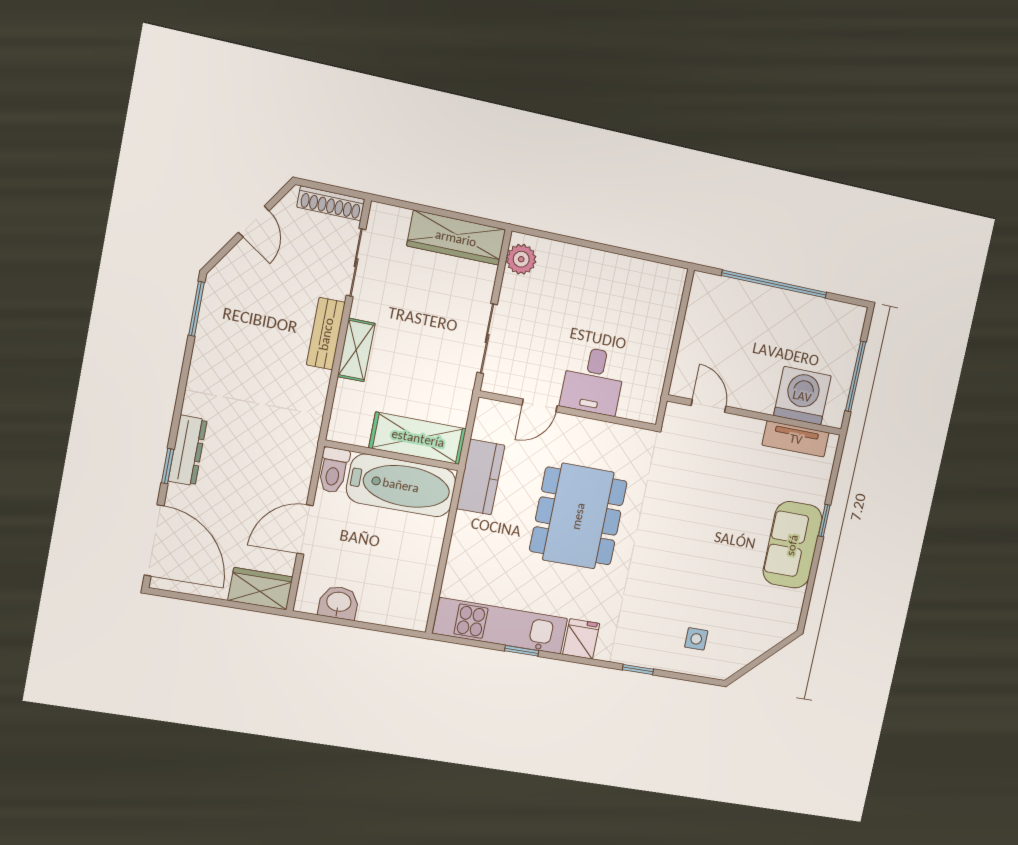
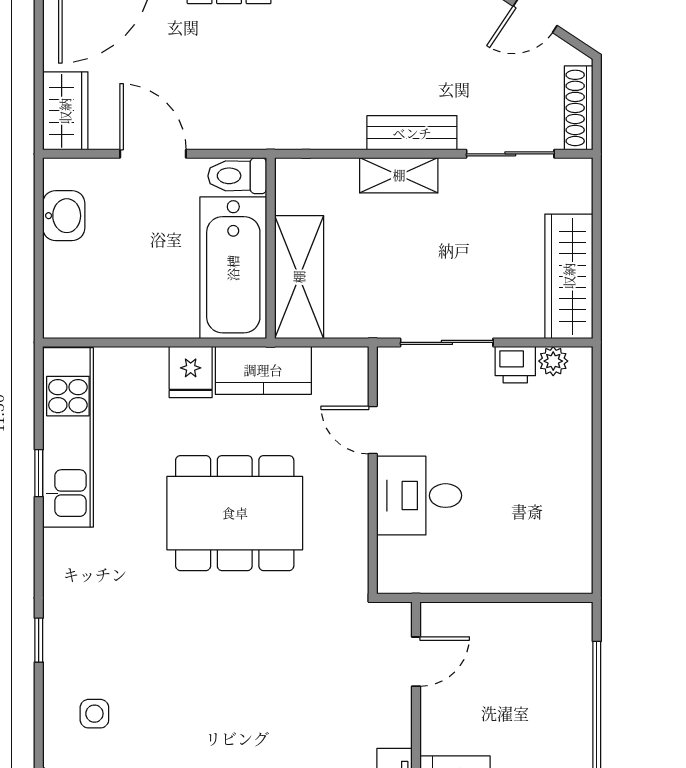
plant: (521, 259) -> (553, 361), width x0.73, depth x0.73
printer: (513, 291) -> (515, 365), added
fridge: (581, 639) -> (191, 372), moved, turned 90

